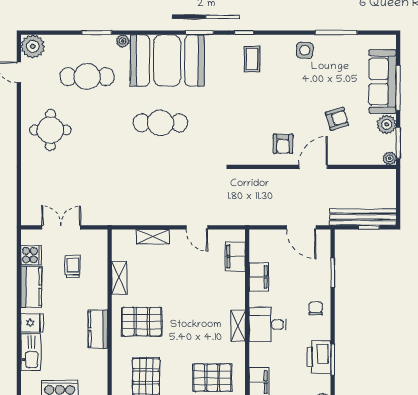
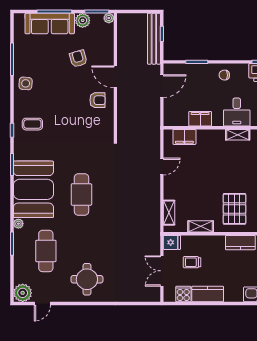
shelving: (153, 237) -> (169, 213), moved
fridge: (32, 323) -> (172, 242), moved, turned 90

